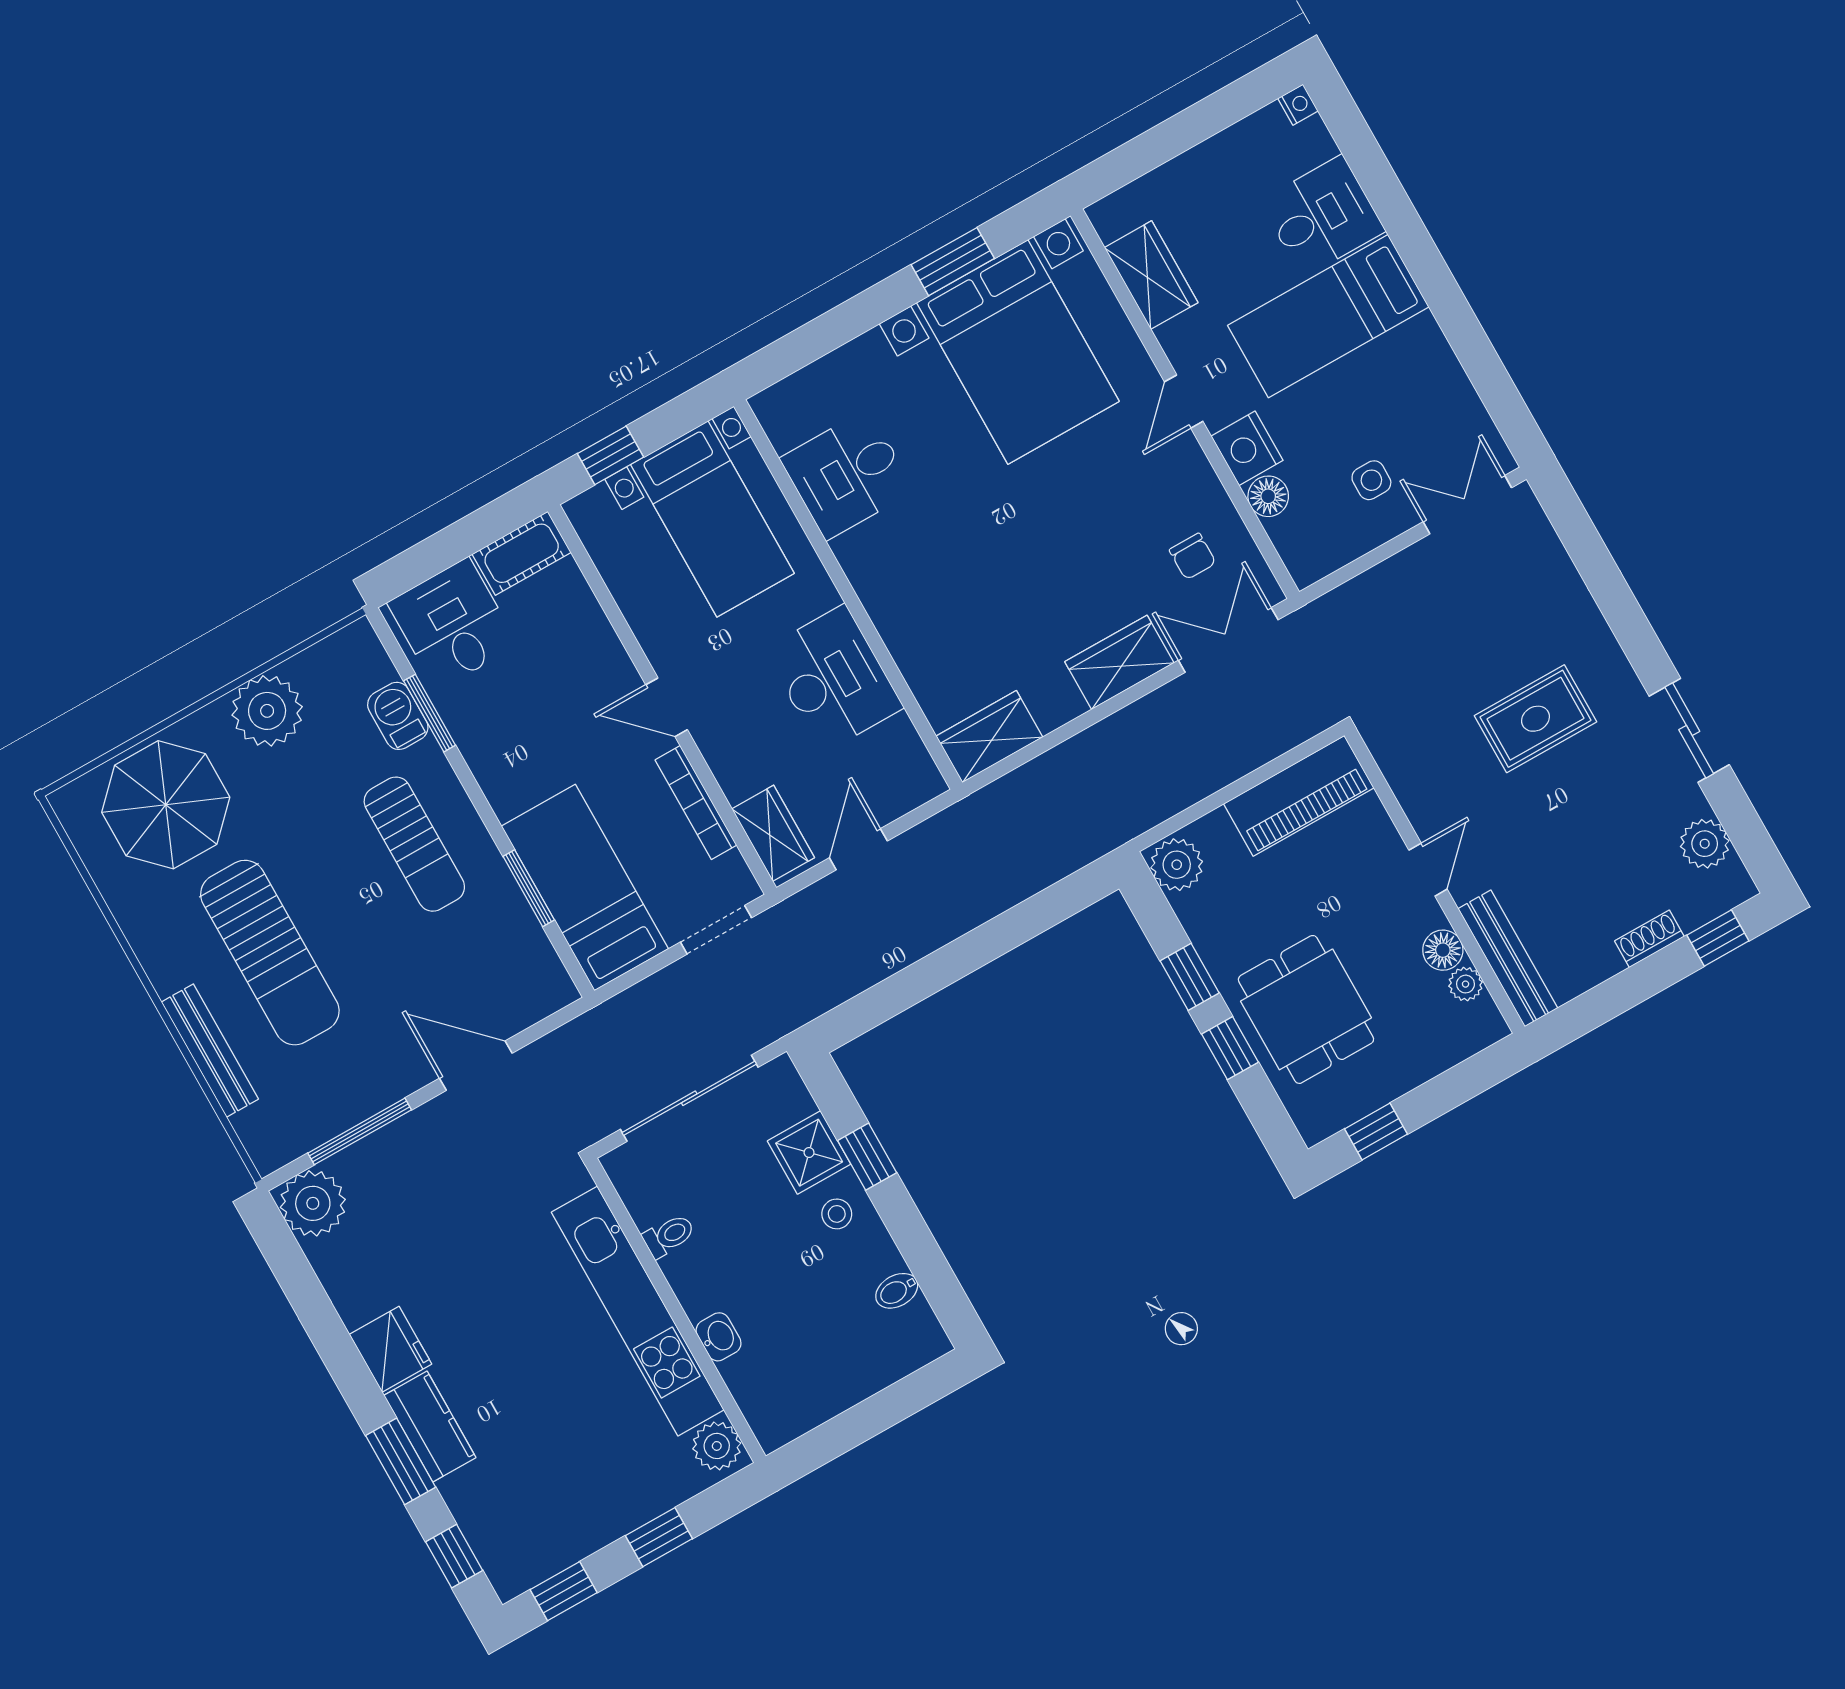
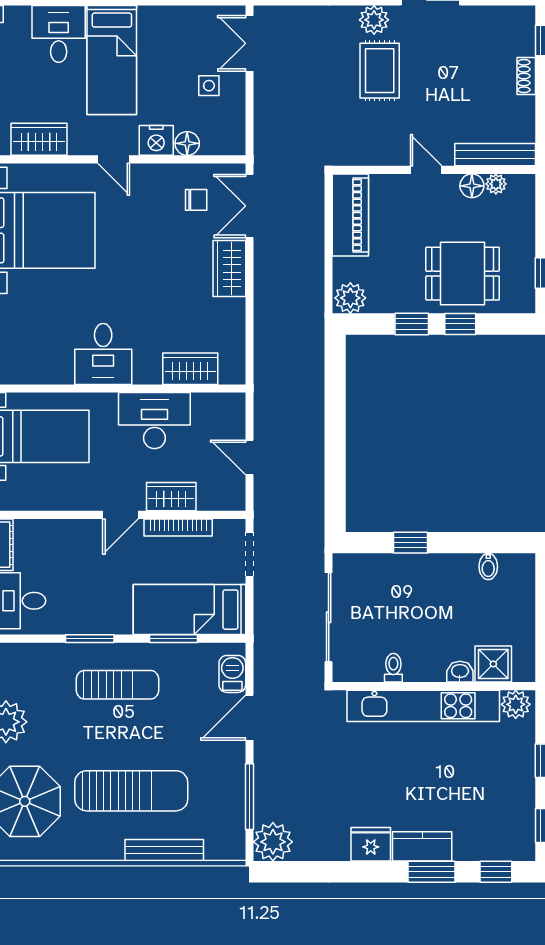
desk: (847, 474) -> (103, 354), moved
window: (430, 713) -> (90, 639), moved
barbecue: (398, 716) -> (232, 674), moved, turned 90
wardrobe: (989, 737) -> (190, 369), moved, turned 90
wardrobe: (773, 833) -> (171, 497), moved
plant: (1705, 844) -> (374, 20), moved
shower: (809, 1153) -> (493, 664), moved
stool: (837, 1214) -> (431, 575), removed

